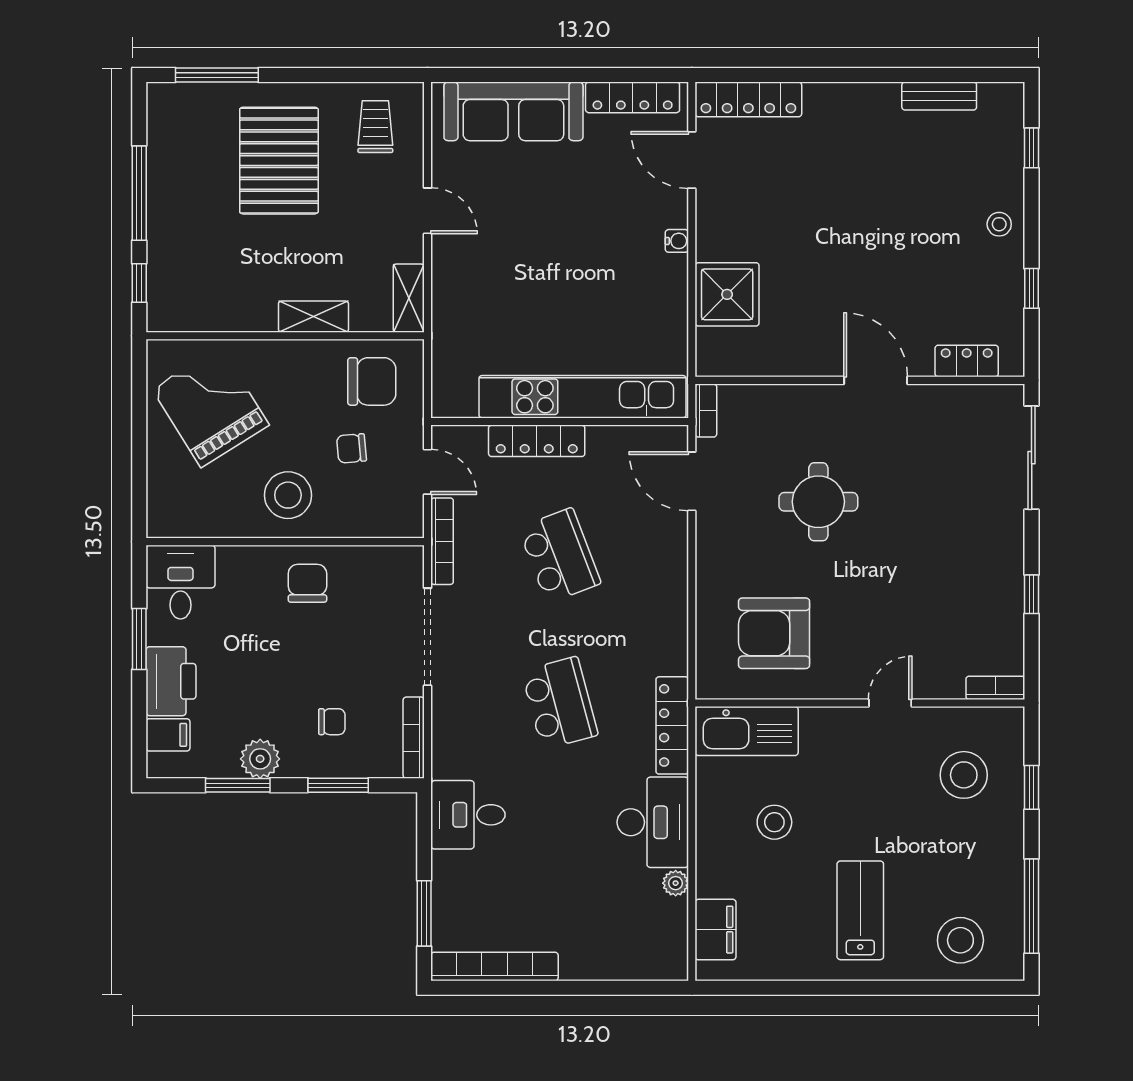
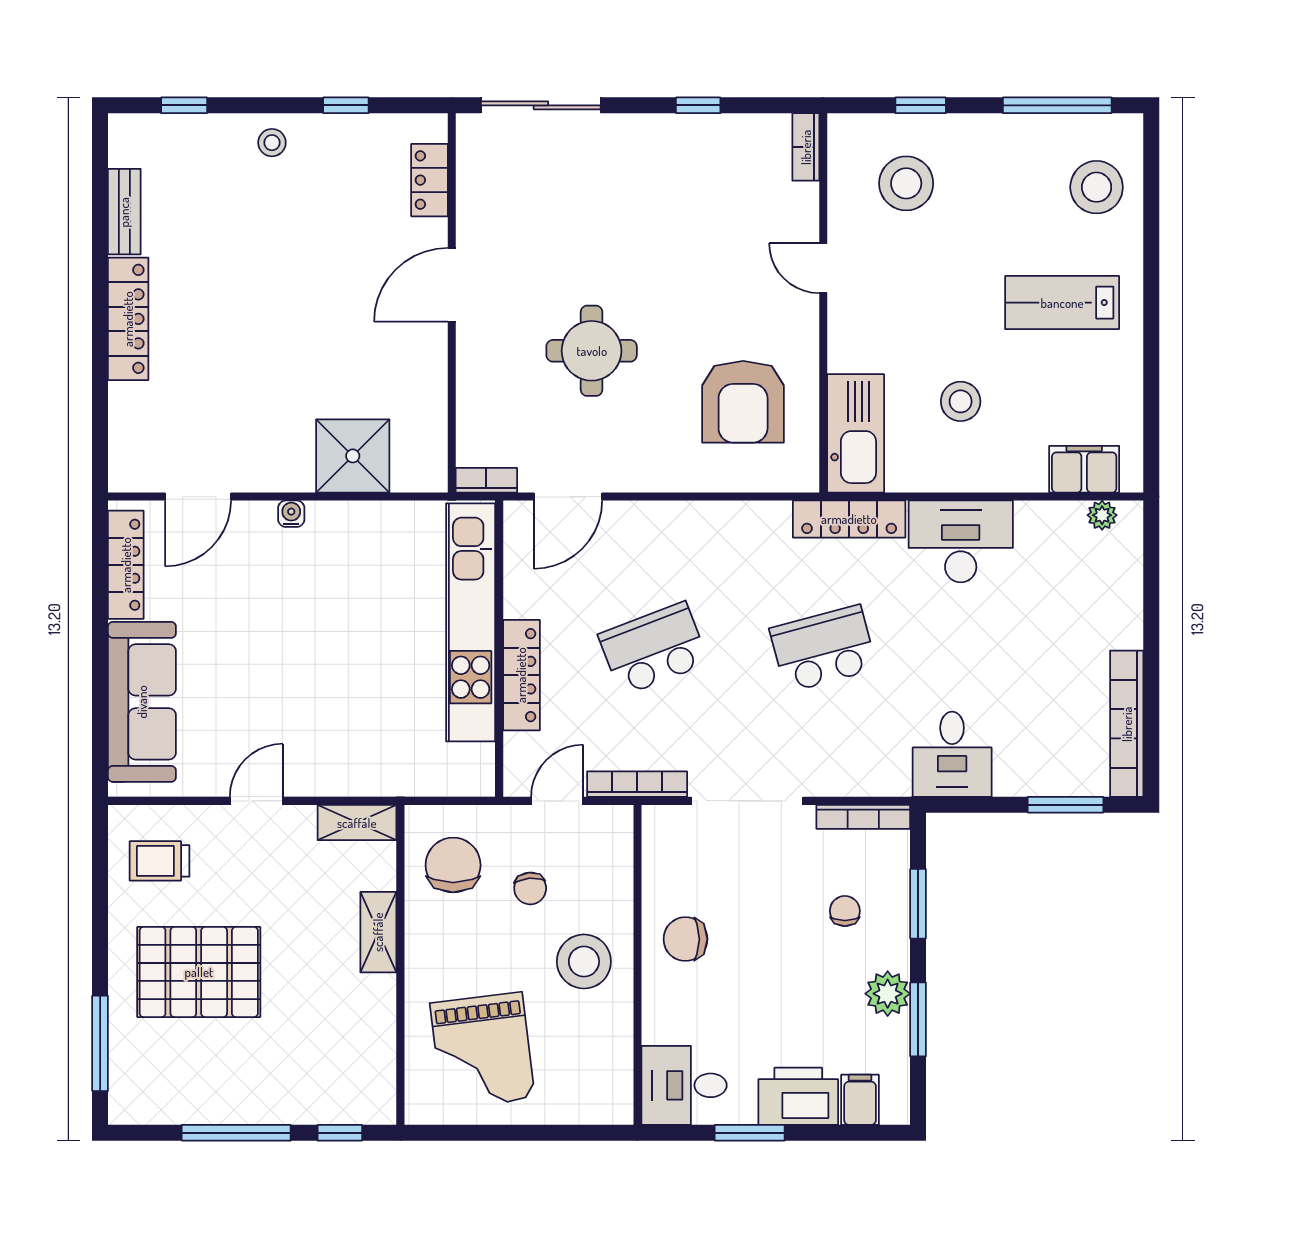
locker: (748, 99) -> (128, 319), moved
grand piano: (211, 407) -> (482, 1051), turned -65
plant: (676, 883) -> (1102, 515), moved

